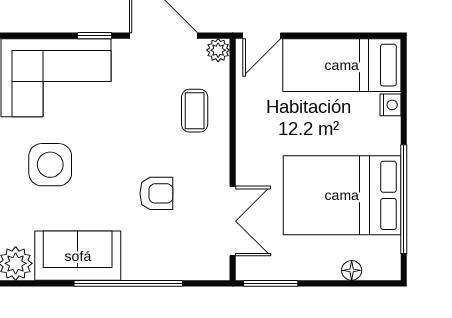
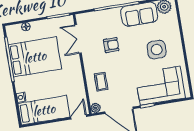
armchair: (156, 193) -> (111, 45), turned 180

